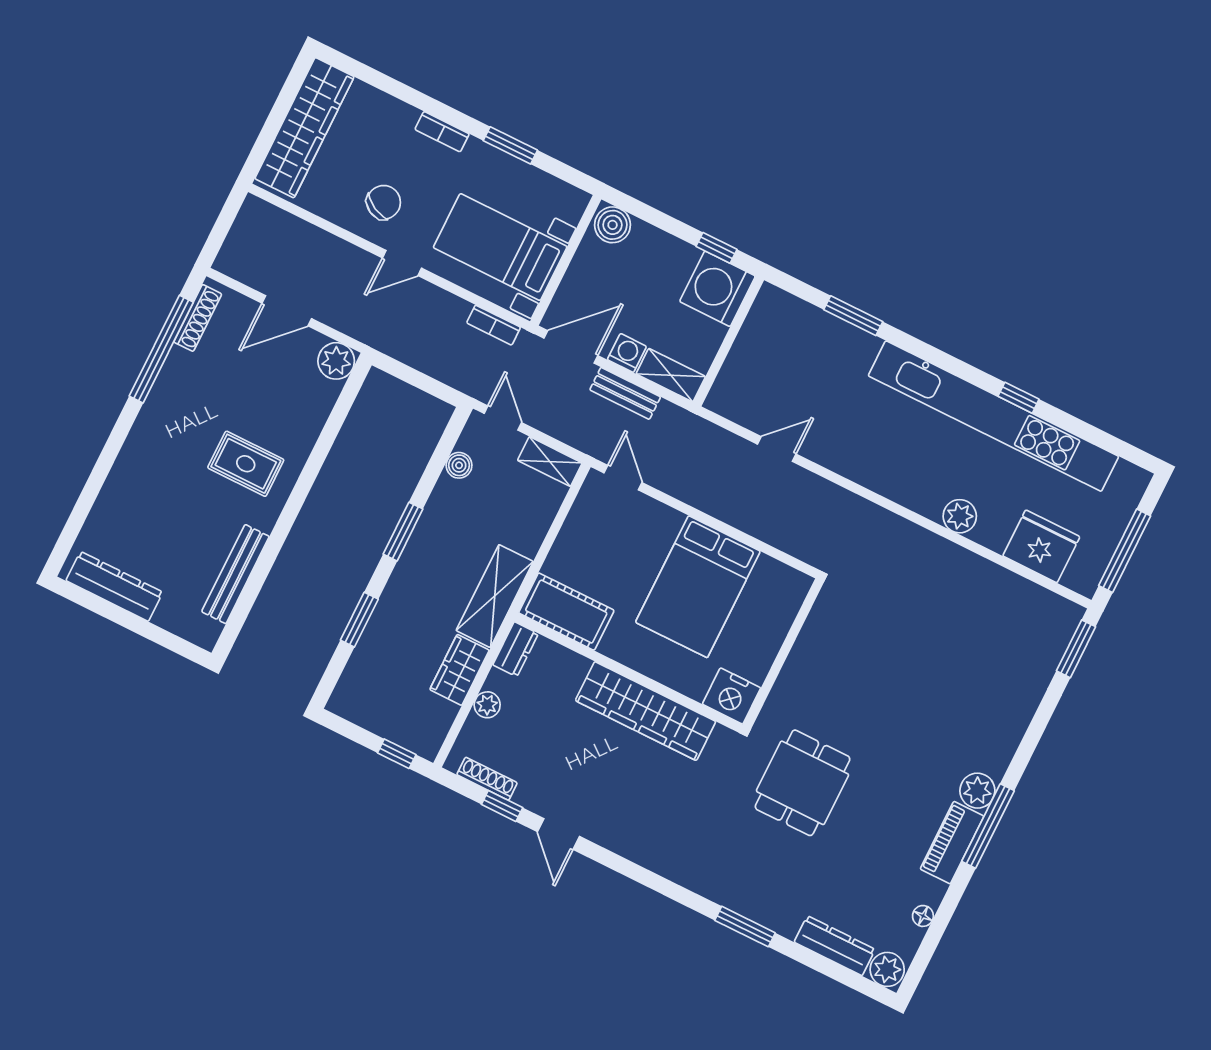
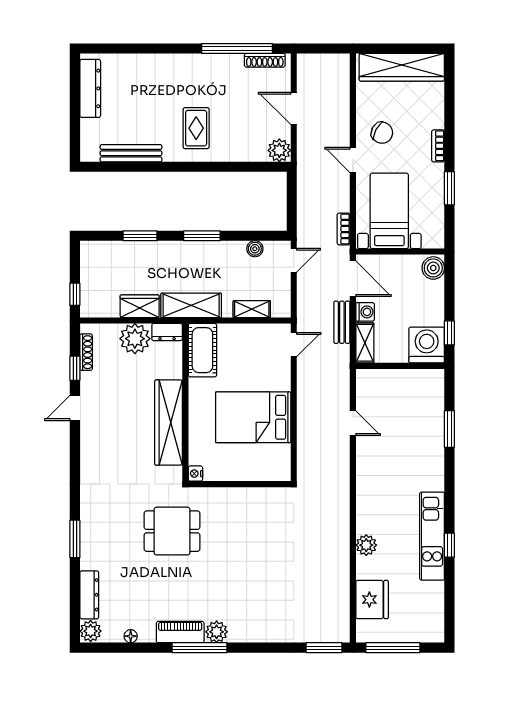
kitchen unit: (993, 416) -> (432, 536), width x0.54
shelving: (550, 462) -> (252, 309), moved, turned 90
nightstand: (732, 696) -> (195, 474), width x0.53, depth x0.56
plant: (487, 705) -> (135, 339), width x1.88, depth x1.88

